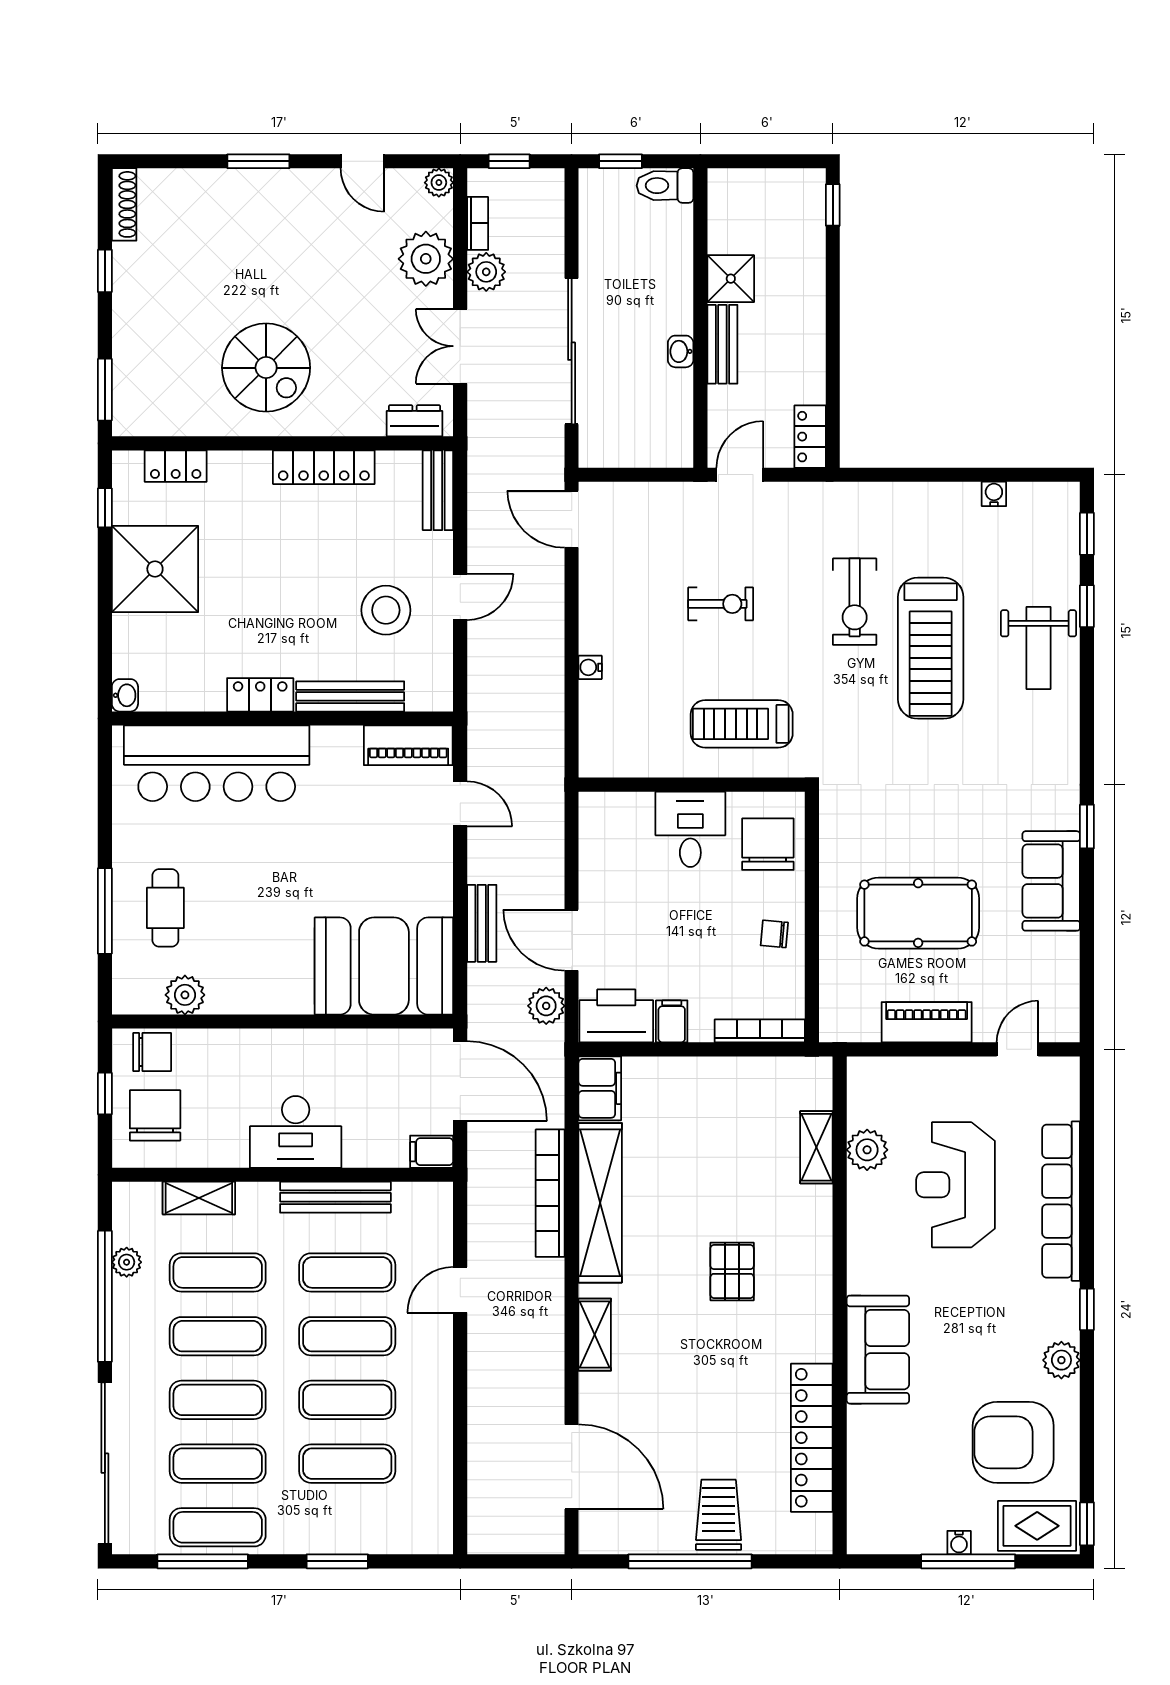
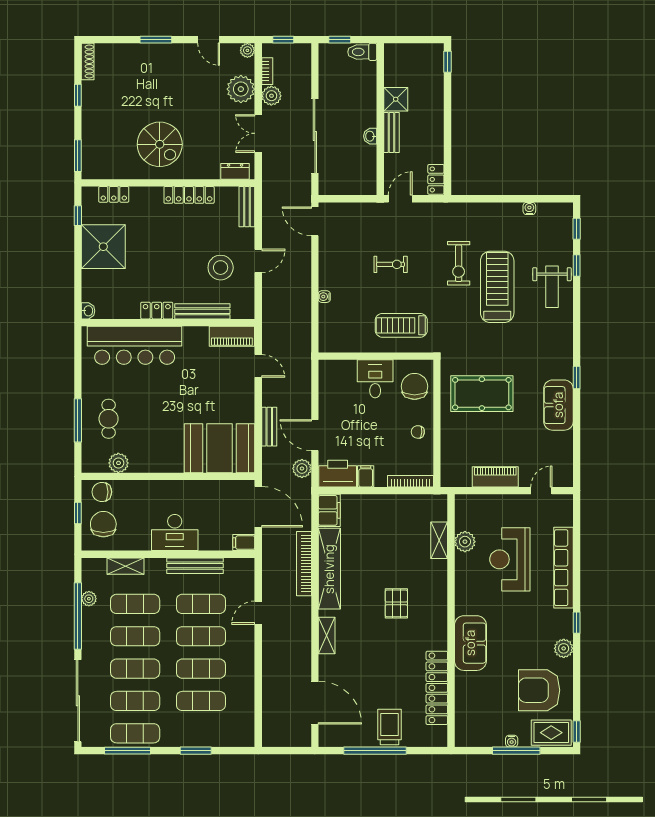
treadmill: (931, 648) -> (497, 287), turned 180
pool table: (918, 913) -> (482, 394), moved
chair: (152, 1052) -> (102, 492), turned 180

